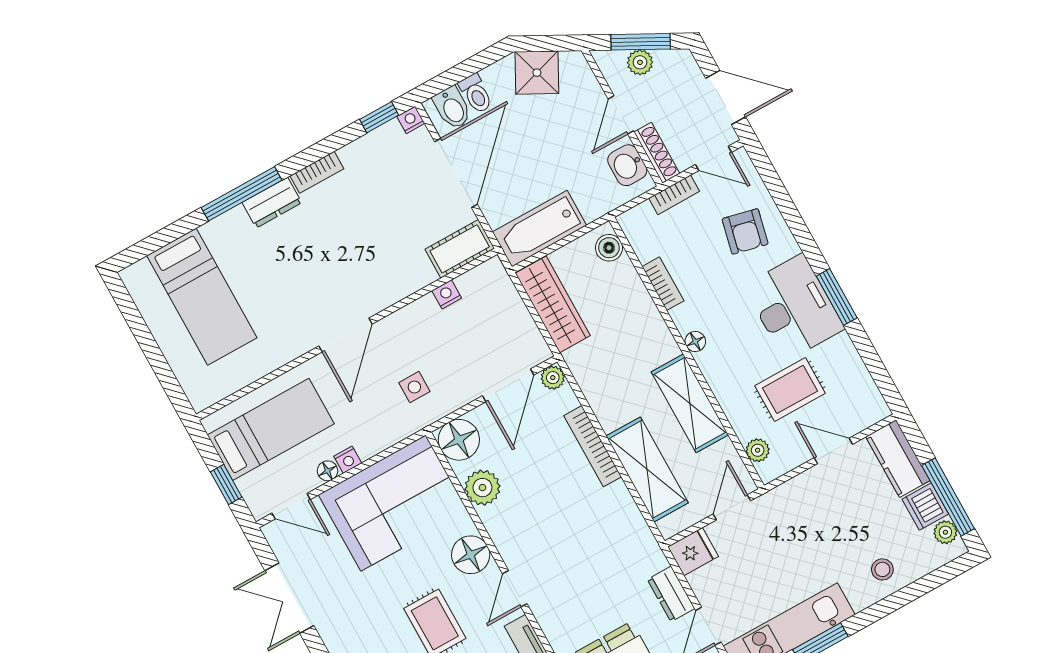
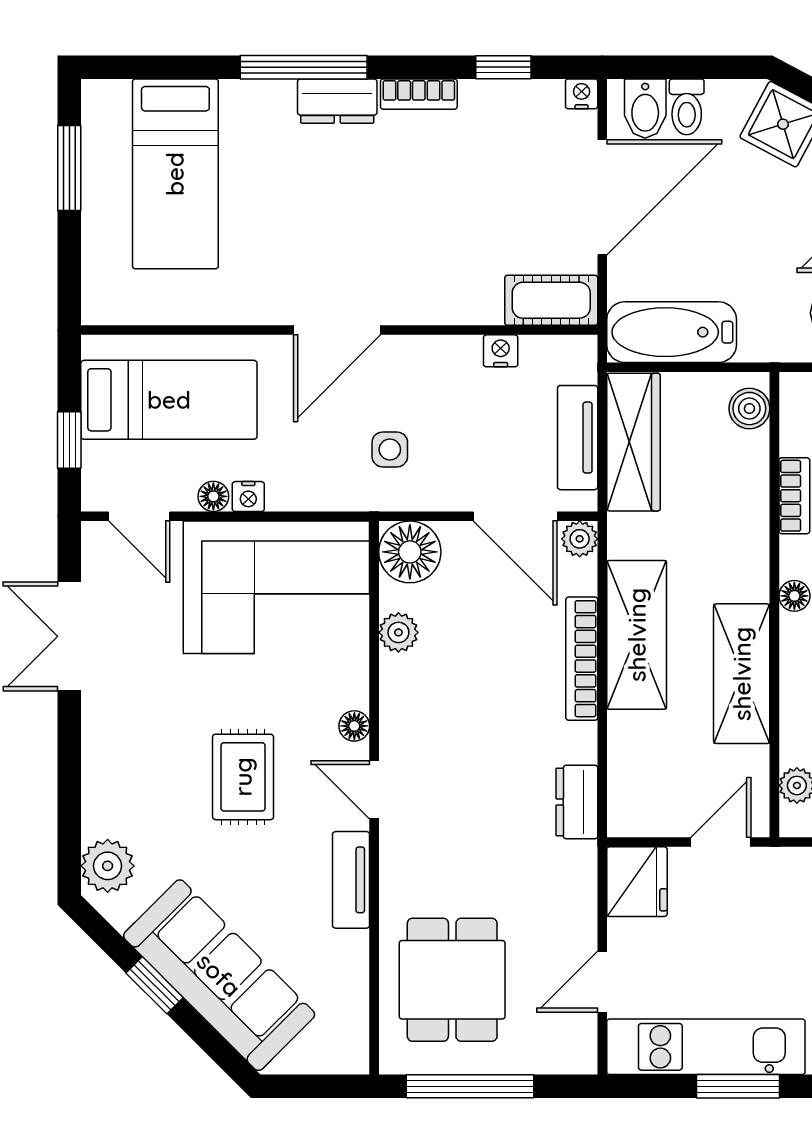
window: (379, 117) -> (503, 67), moved
tv unit: (519, 320) -> (578, 438), added
window: (139, 327) -> (69, 168), added
door: (508, 385) -> (515, 516), hinge flipped
shelving: (647, 469) -> (637, 635), moved
plant: (482, 488) -> (398, 632), width x0.73, depth x0.73
fridge: (693, 552) -> (637, 882), width x1.38
floor lamp: (471, 555) -> (354, 726), width x0.53, depth x0.53
door: (515, 589) -> (374, 790), hinge flipped
dresser: (671, 594) -> (577, 802), moved

